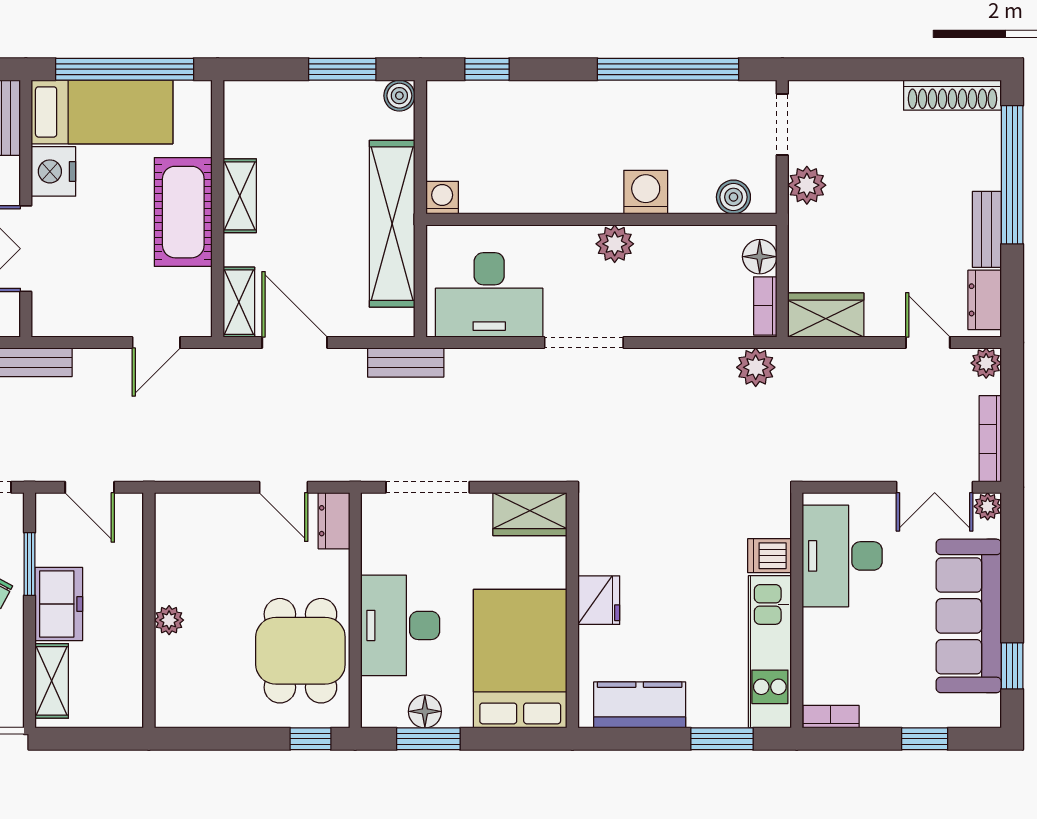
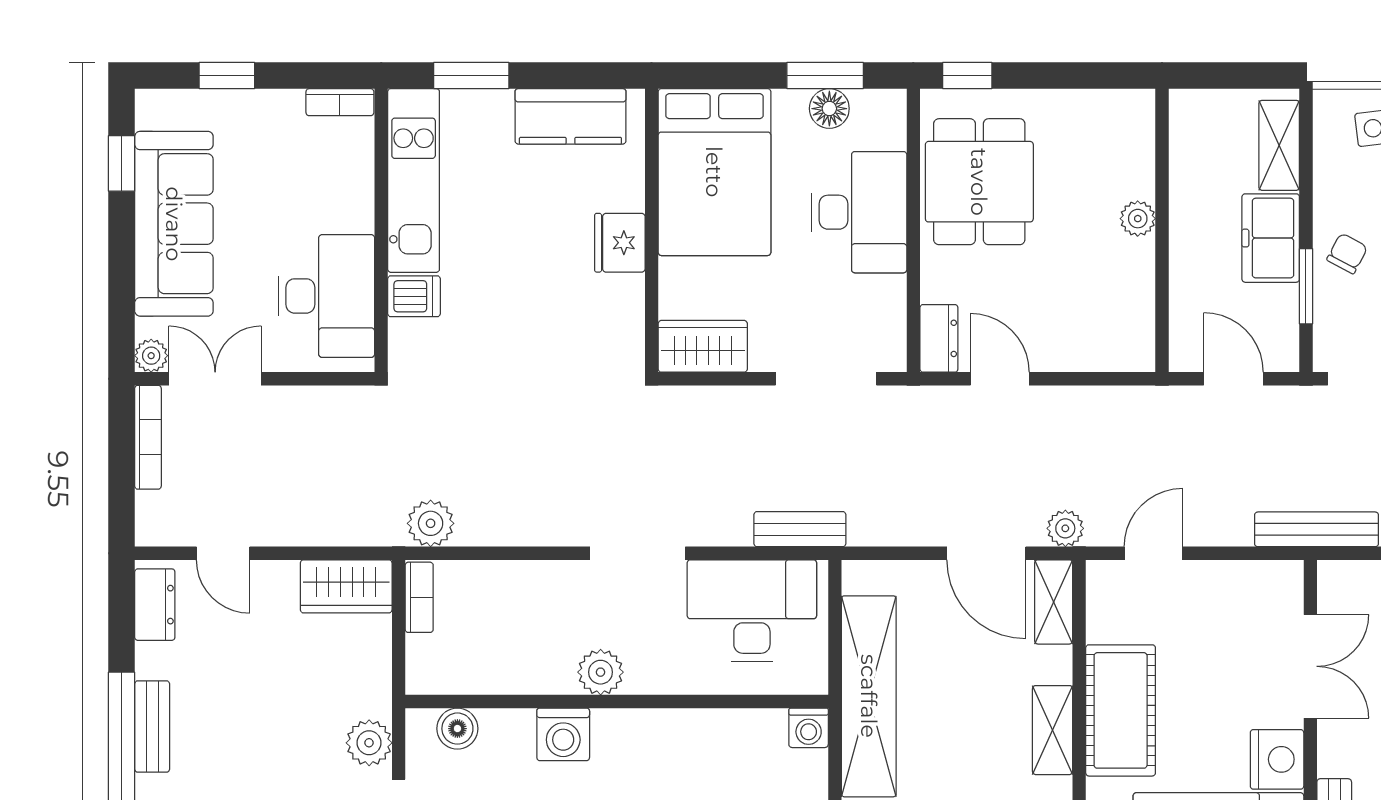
bench: (987, 229) -> (152, 727), moved
floor lamp: (760, 257) -> (426, 657), removed
bench: (406, 362) -> (800, 529), moved
plant: (986, 363) -> (1065, 528), moved

